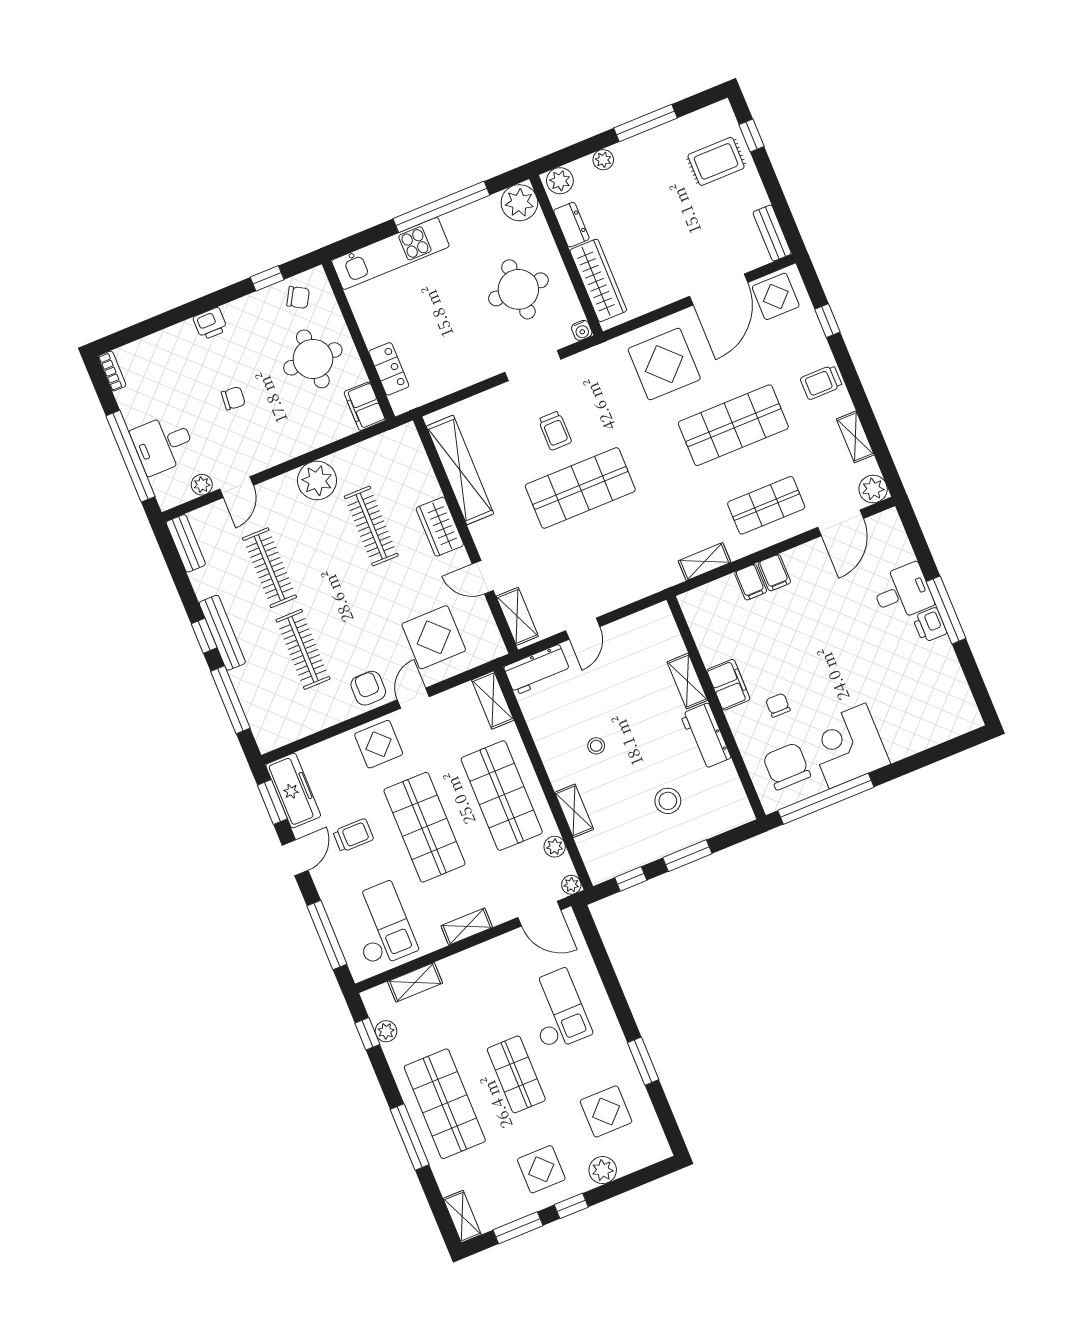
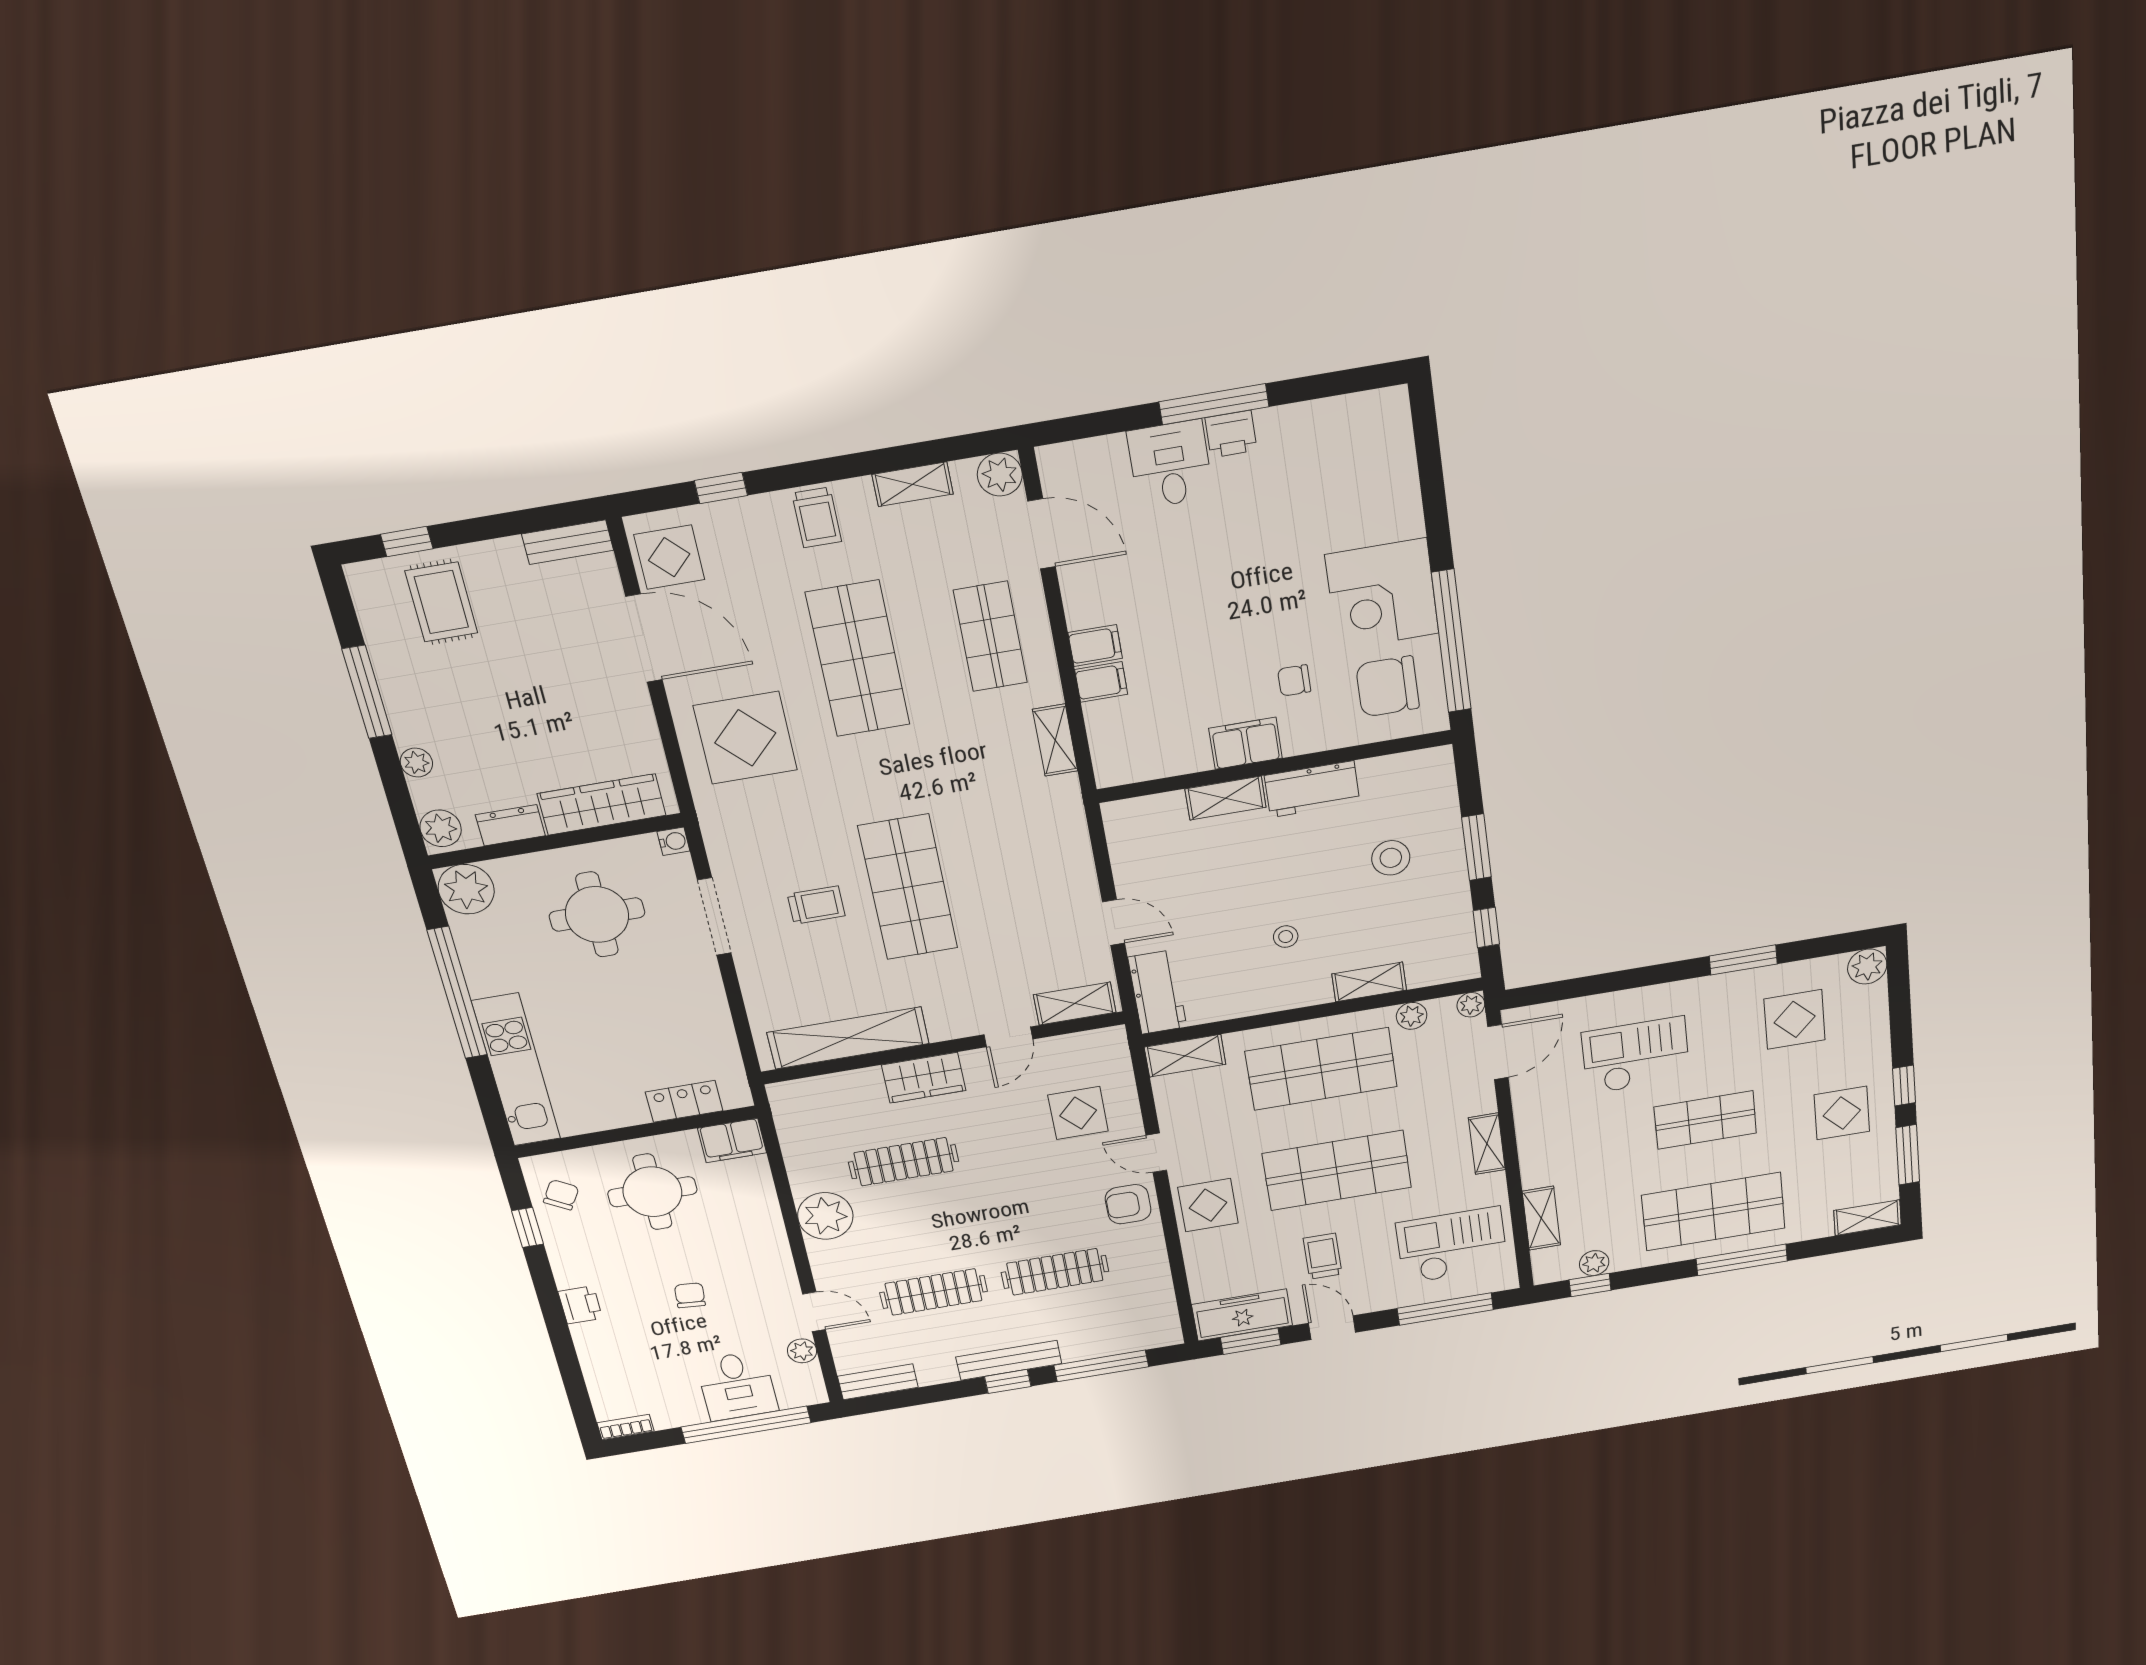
display table: (434, 637) -> (1078, 1113), width x0.73, depth x0.73
plant: (603, 1170) -> (1867, 966), moved

